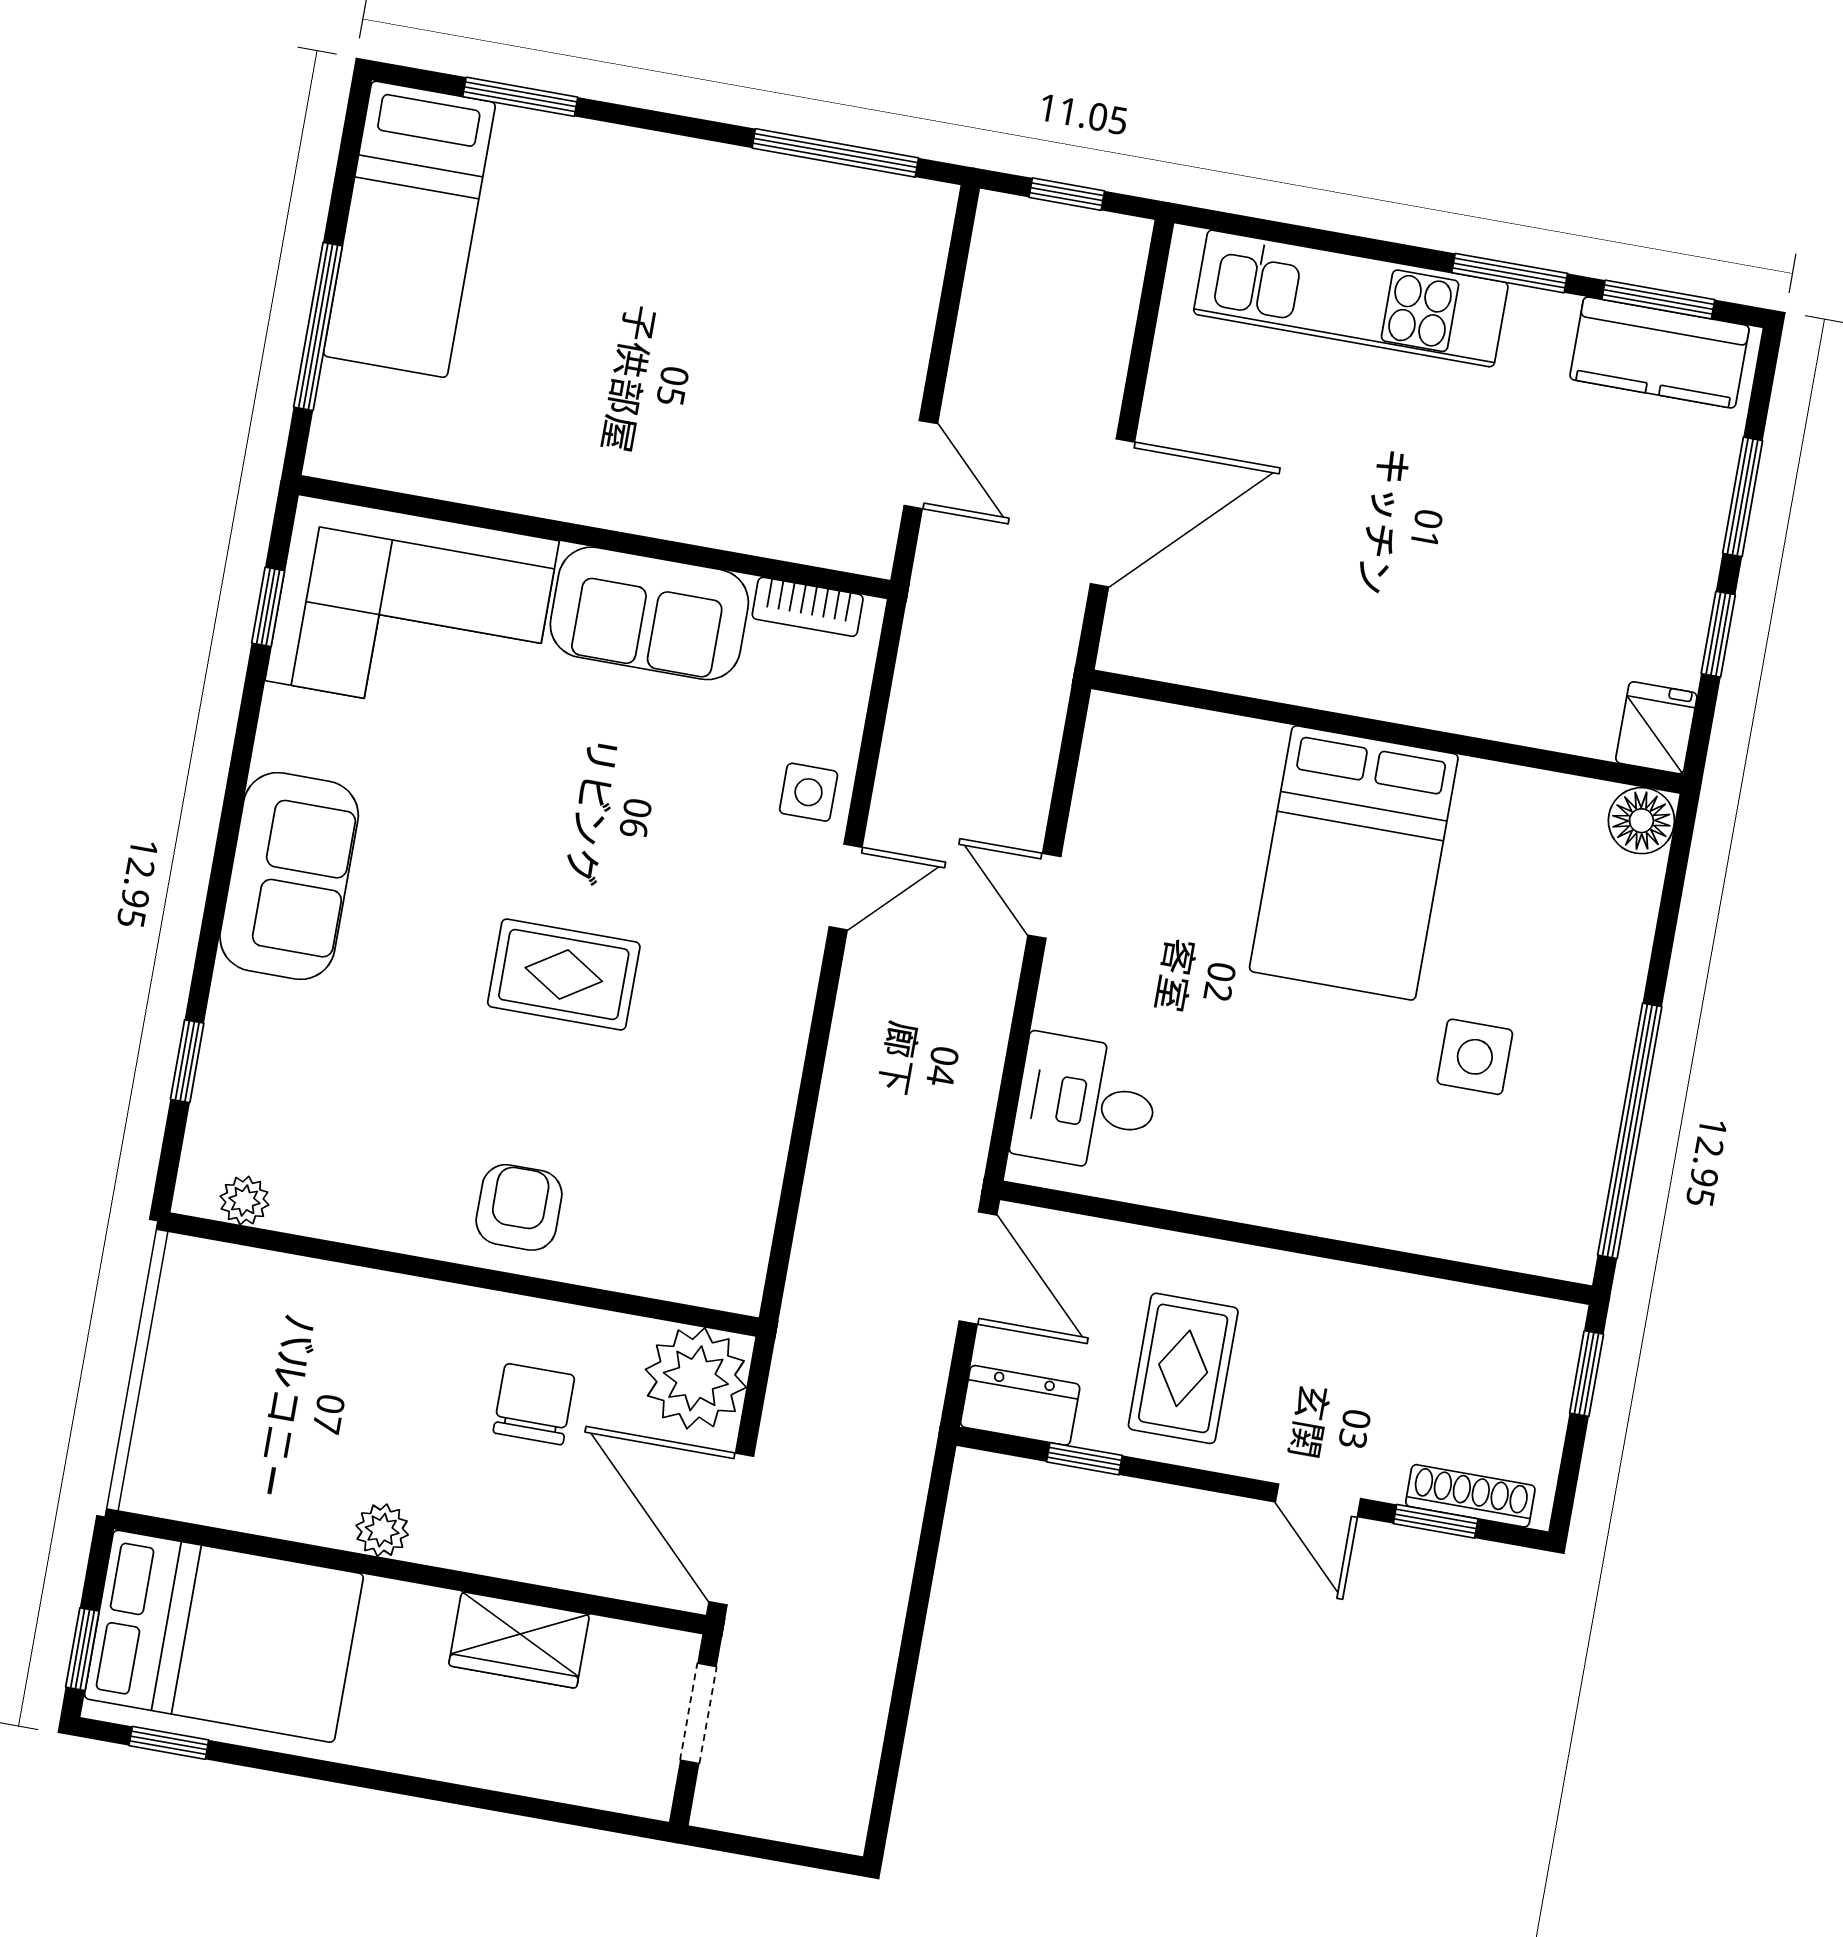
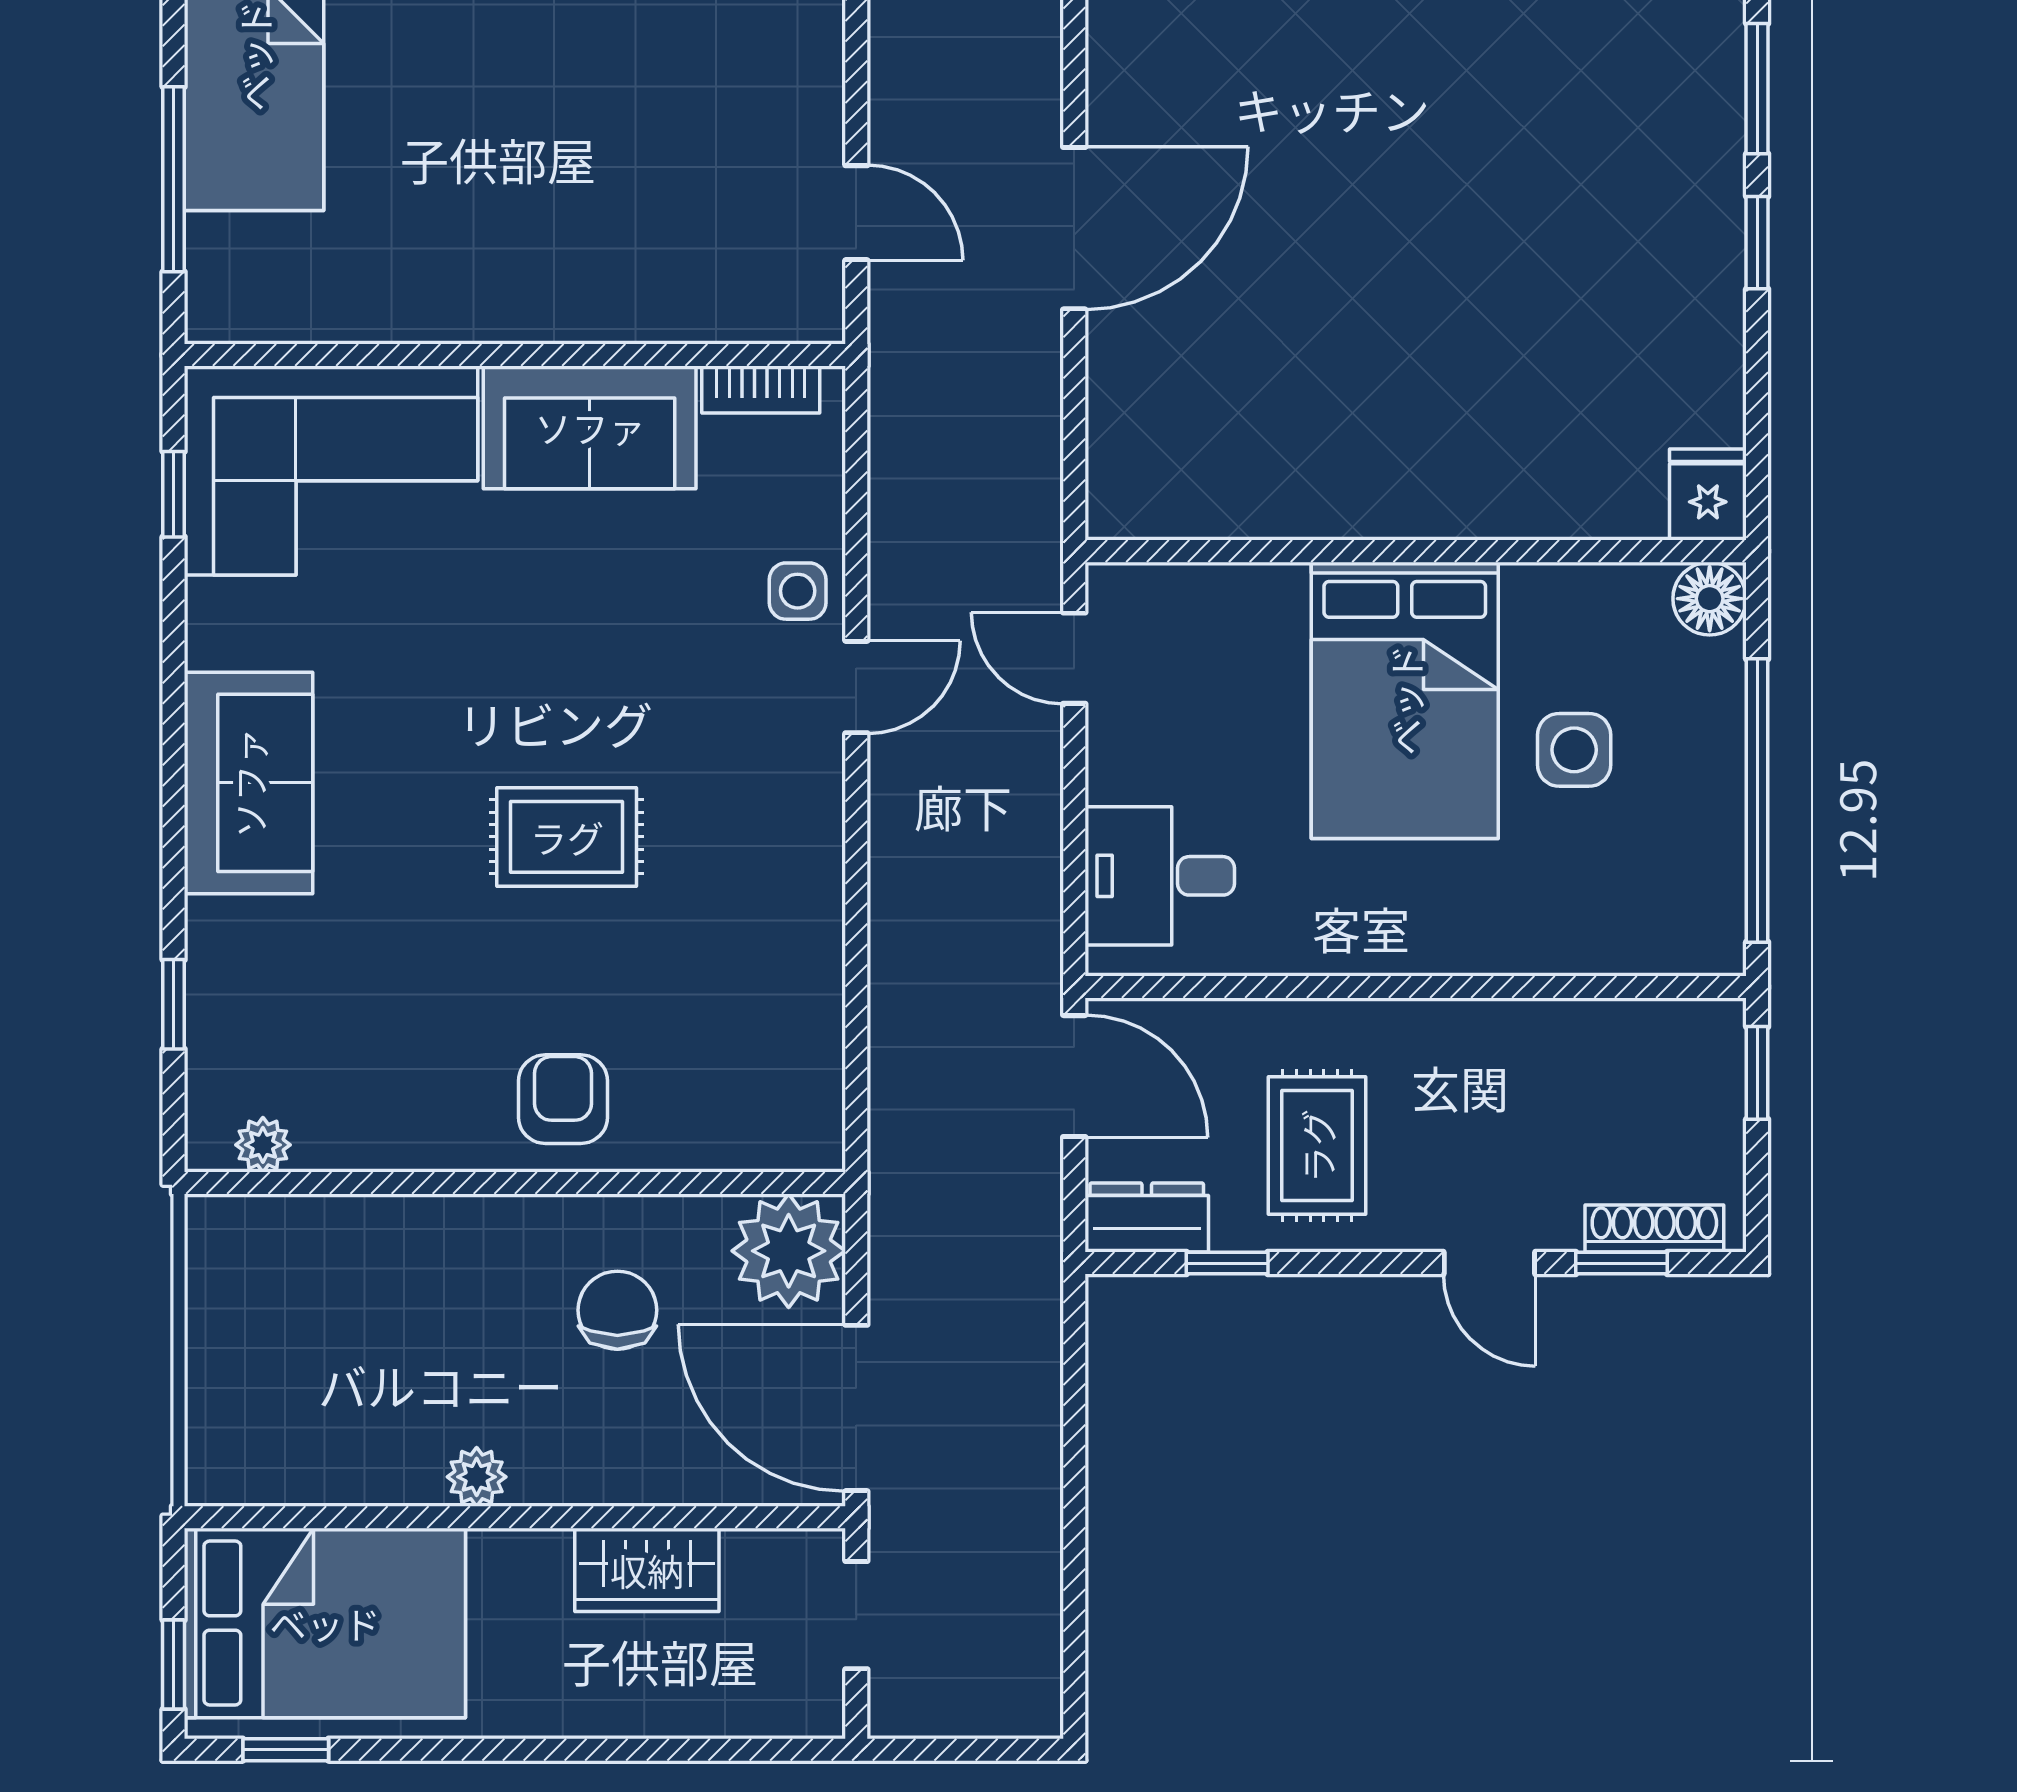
fridge: (1656, 728) -> (1708, 495), moved
wall: (1387, 732) -> (1416, 551), moved
floor lamp: (1641, 821) -> (1710, 599), moved
bed: (1354, 863) -> (1405, 700), moved

